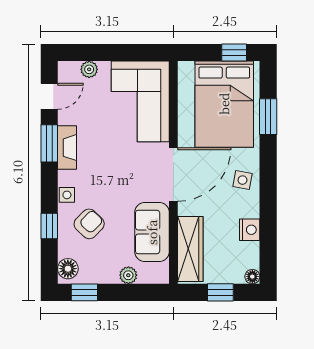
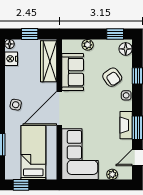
bed: (224, 104) -> (33, 152), width x0.67
armchair: (89, 224) -> (112, 77), turned -79
nightstand: (250, 230) -> (11, 59), moved

